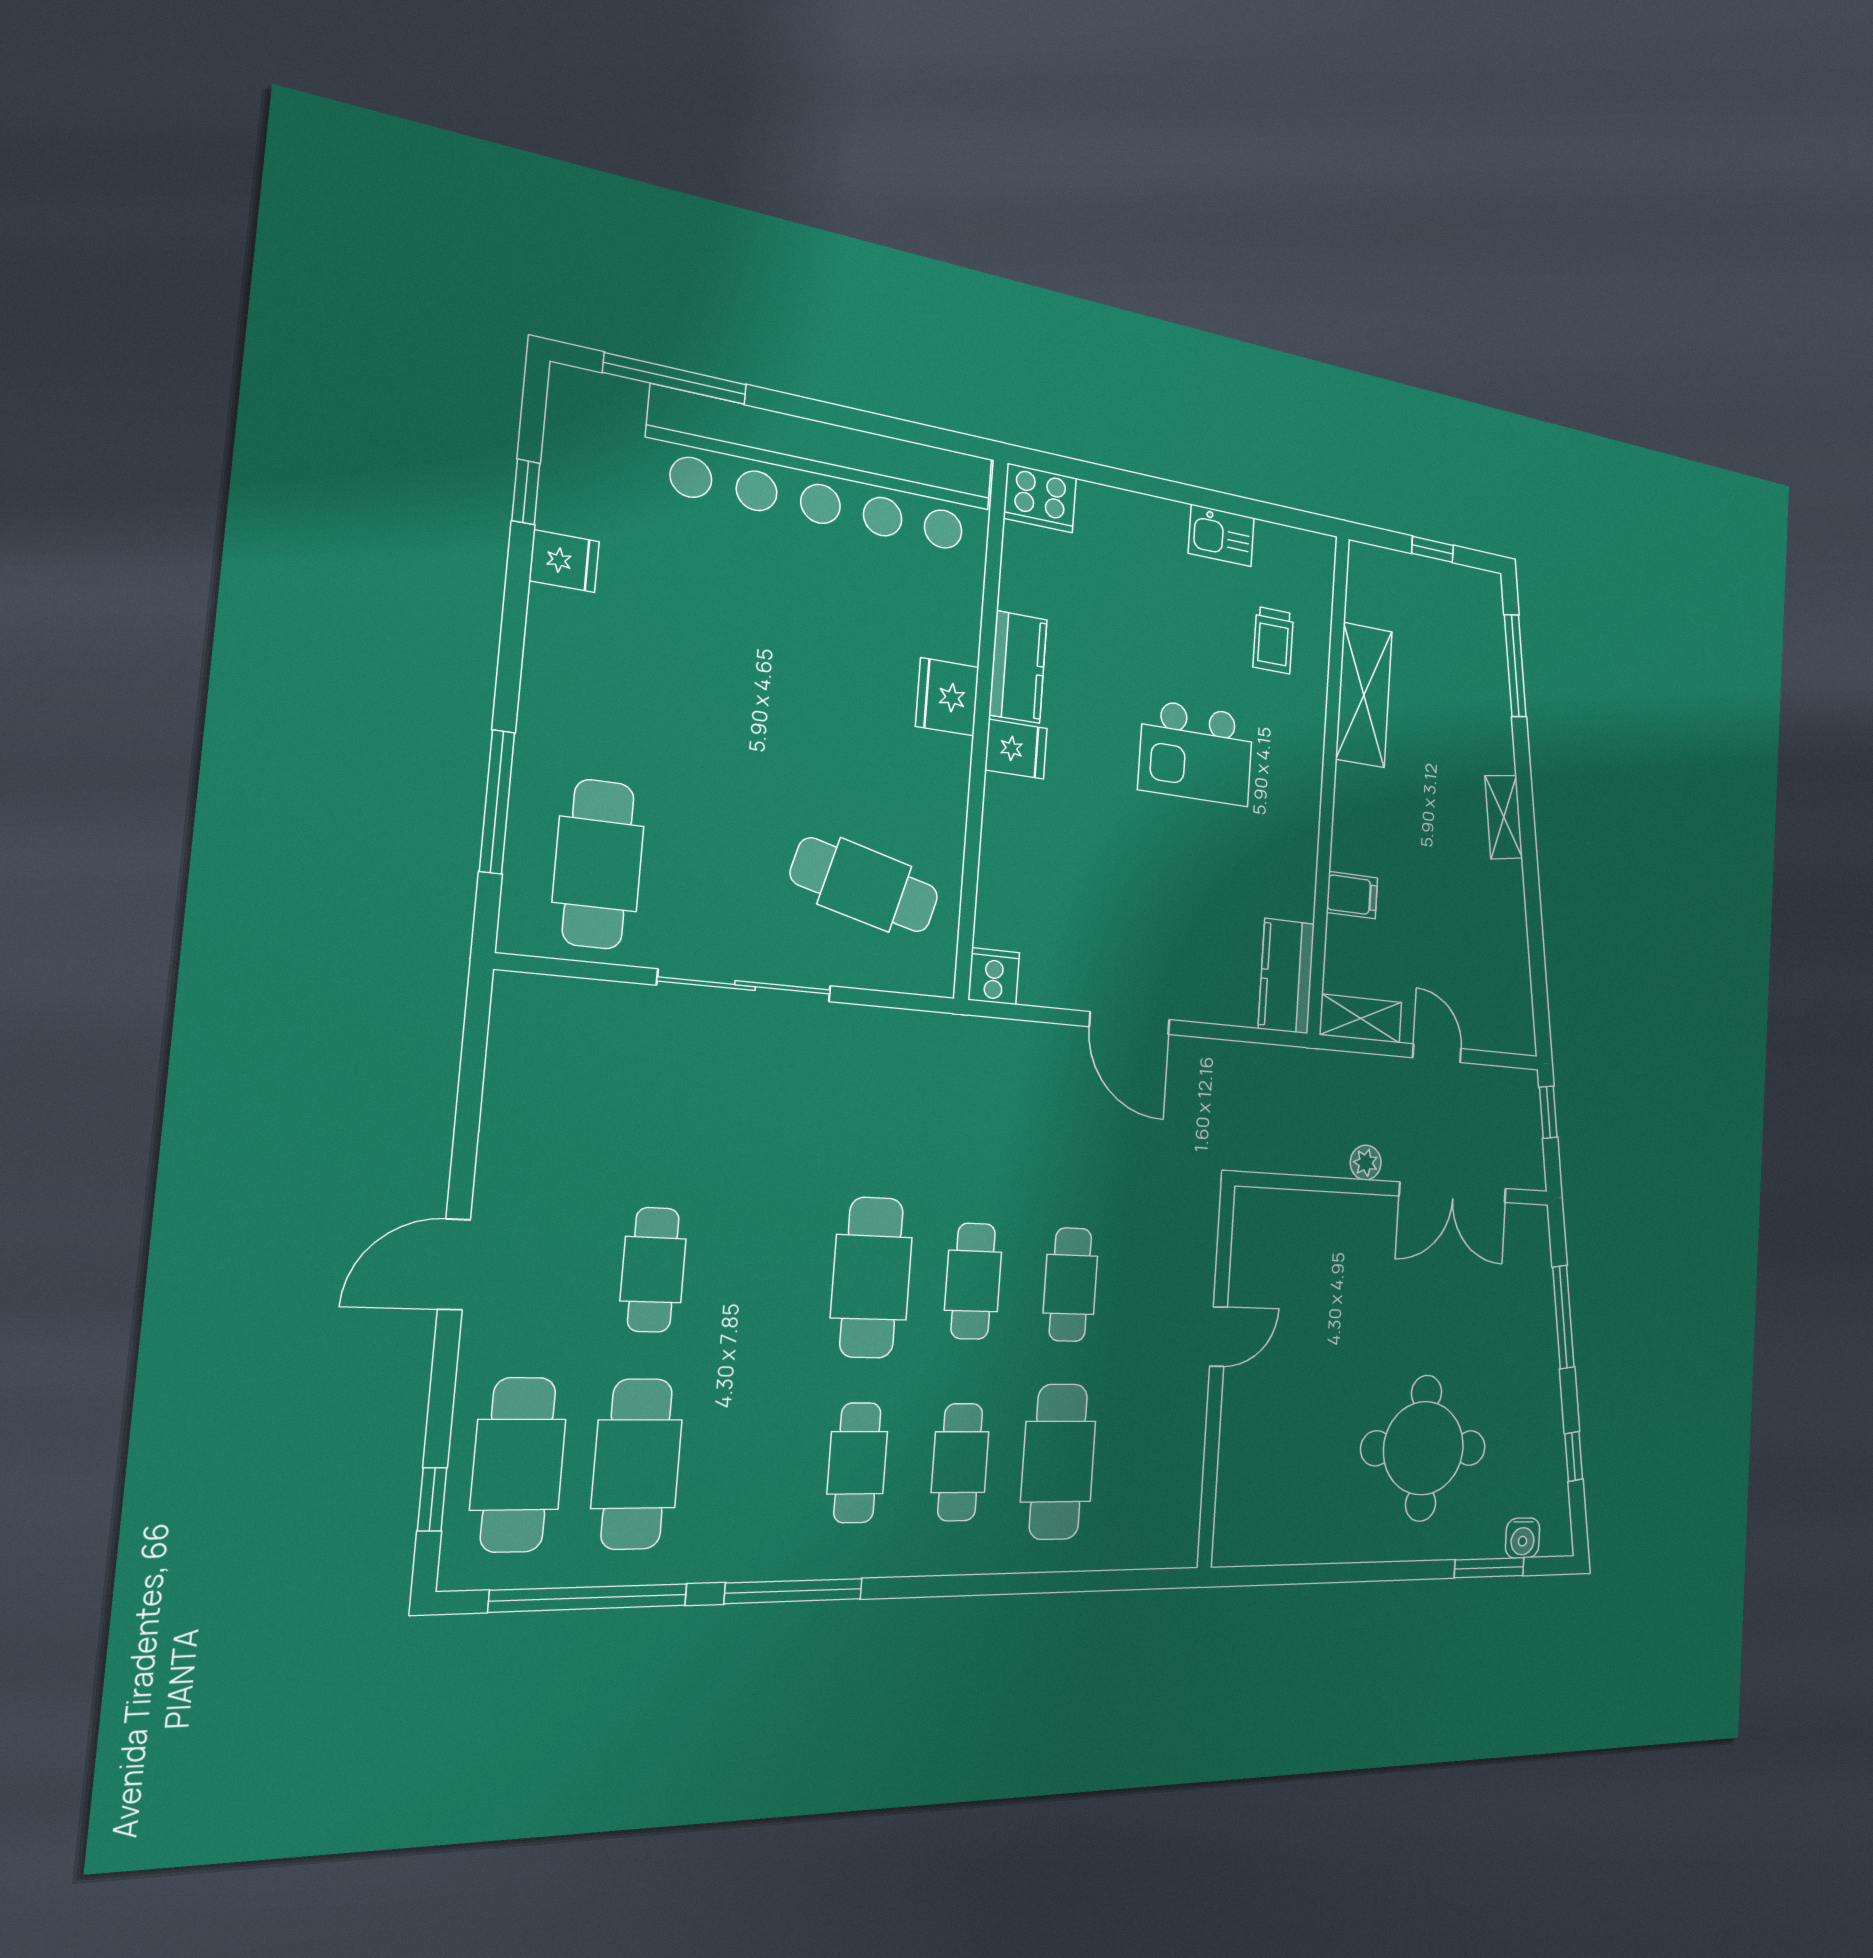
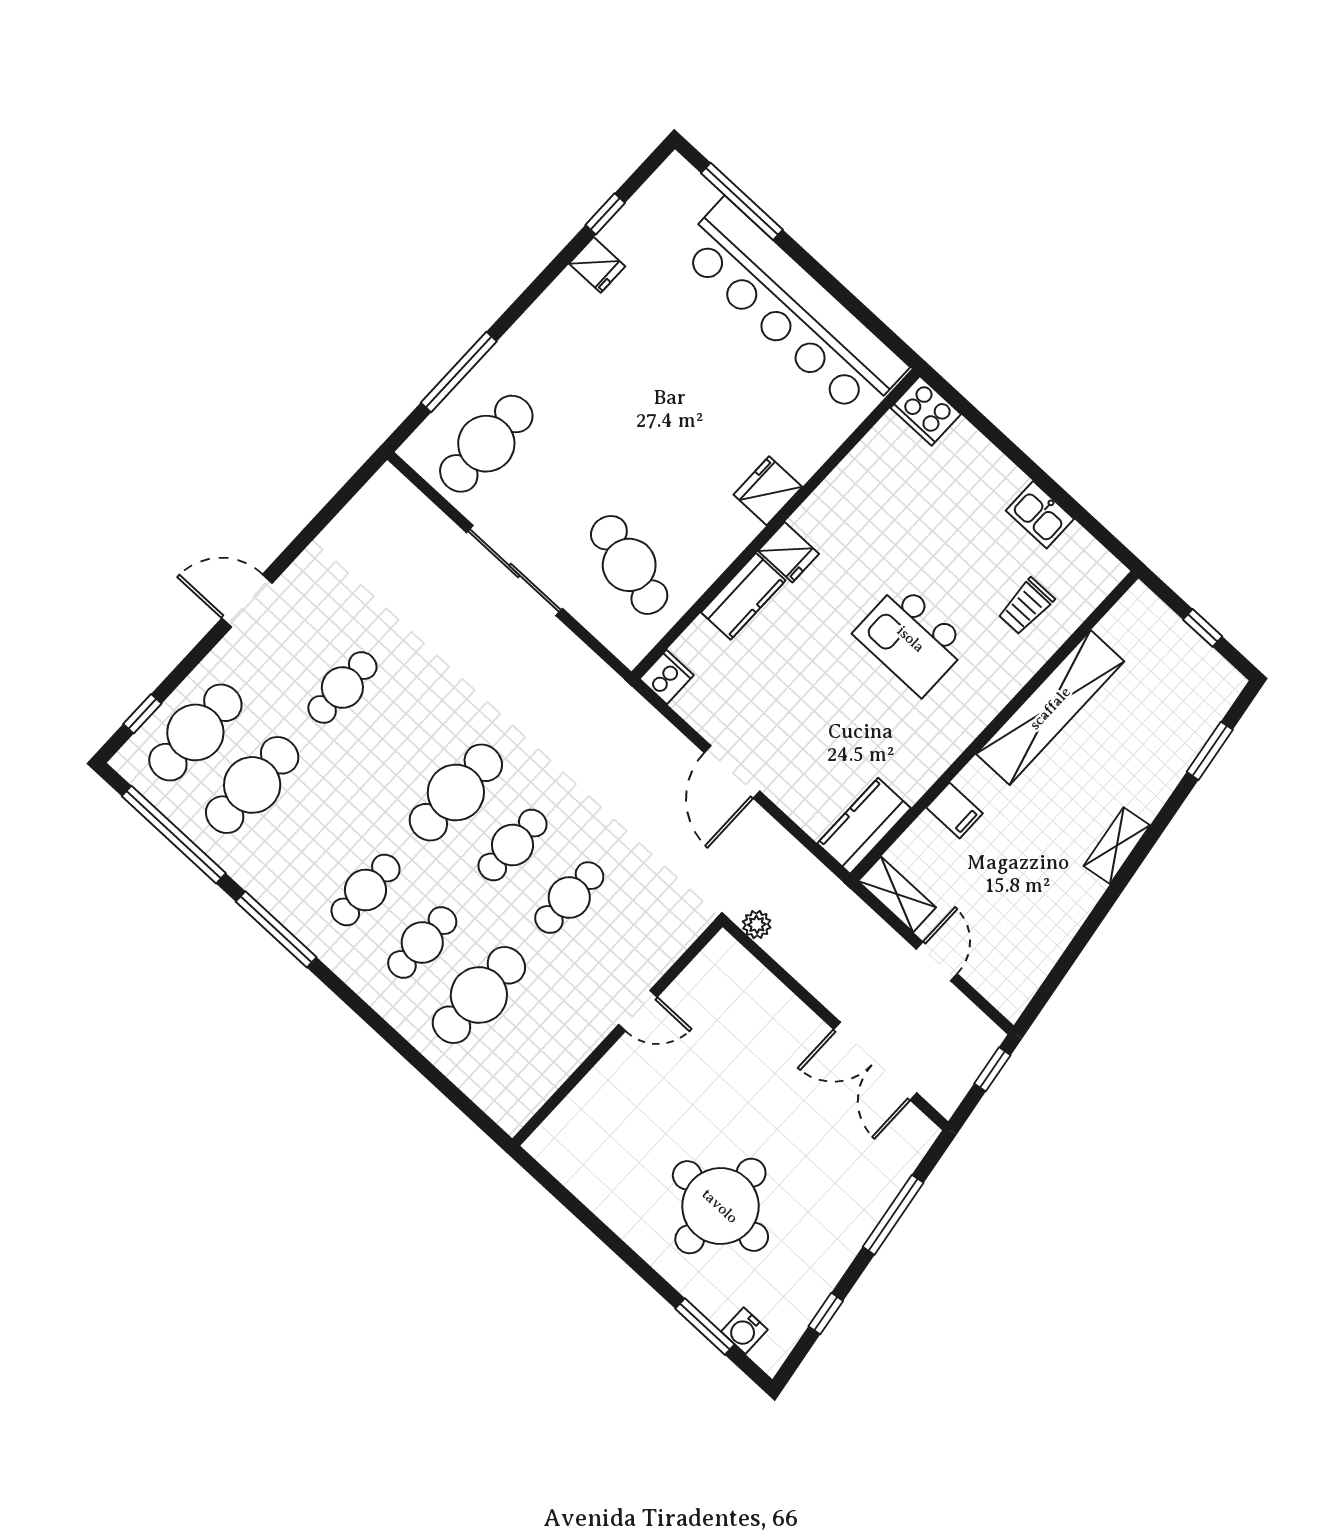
window: (1515, 666) -> (1210, 751), width x0.69
kitchen counter: (1018, 667) -> (743, 596), moved
shelving: (1364, 695) -> (1050, 708), width x1.47
plant: (1366, 1163) -> (757, 924), moved

